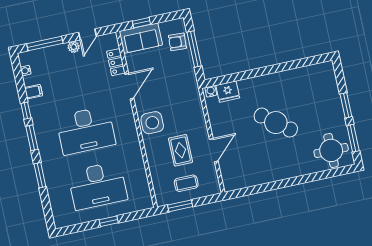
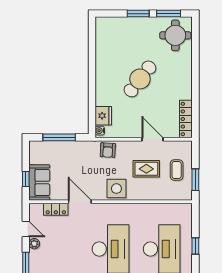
armchair: (177, 42) -> (108, 150), moved
locker: (243, 181) -> (186, 119), added

